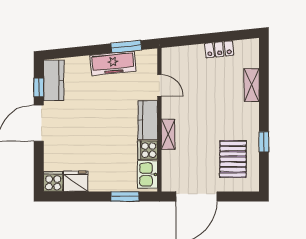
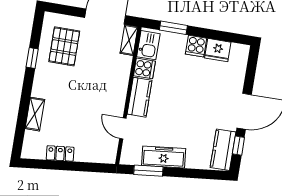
shelving: (168, 134) -> (129, 40), moved
cooker: (53, 182) -> (196, 46), moved

